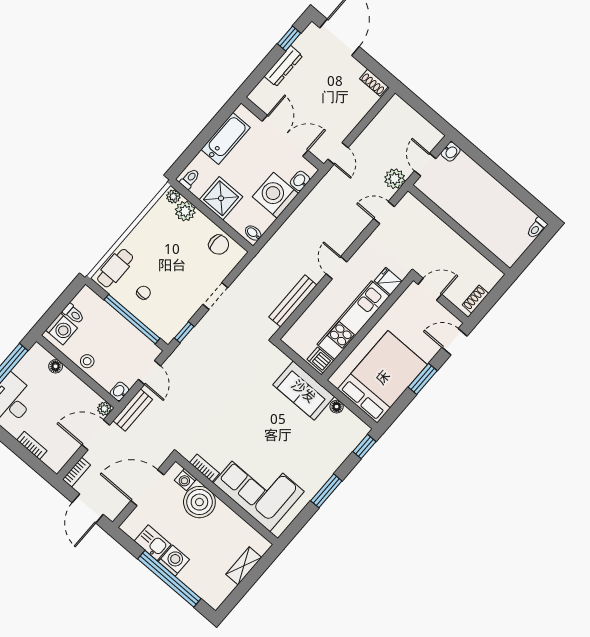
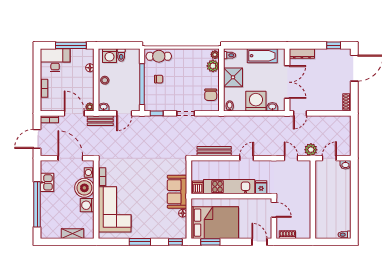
dresser: (283, 66) -> (302, 54), moved
window: (423, 379) -> (210, 242), moved
washing machine: (174, 561) -> (87, 205), moved, turned 180

